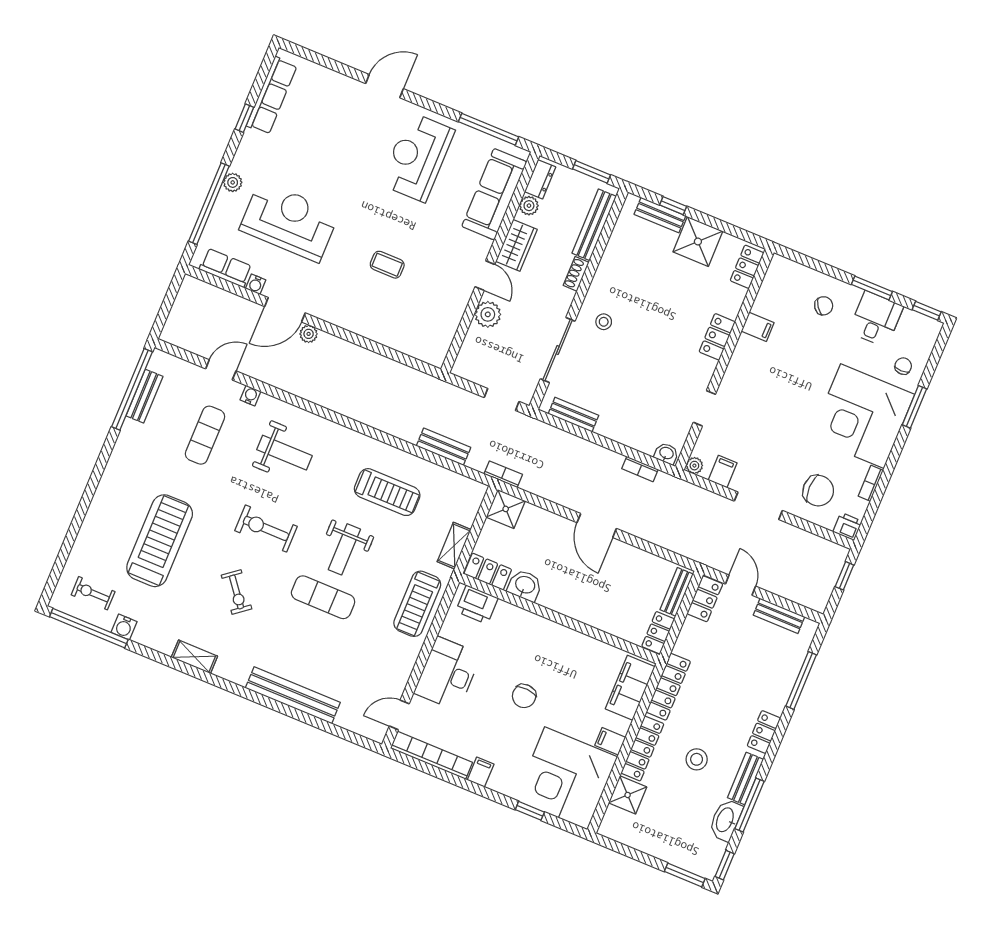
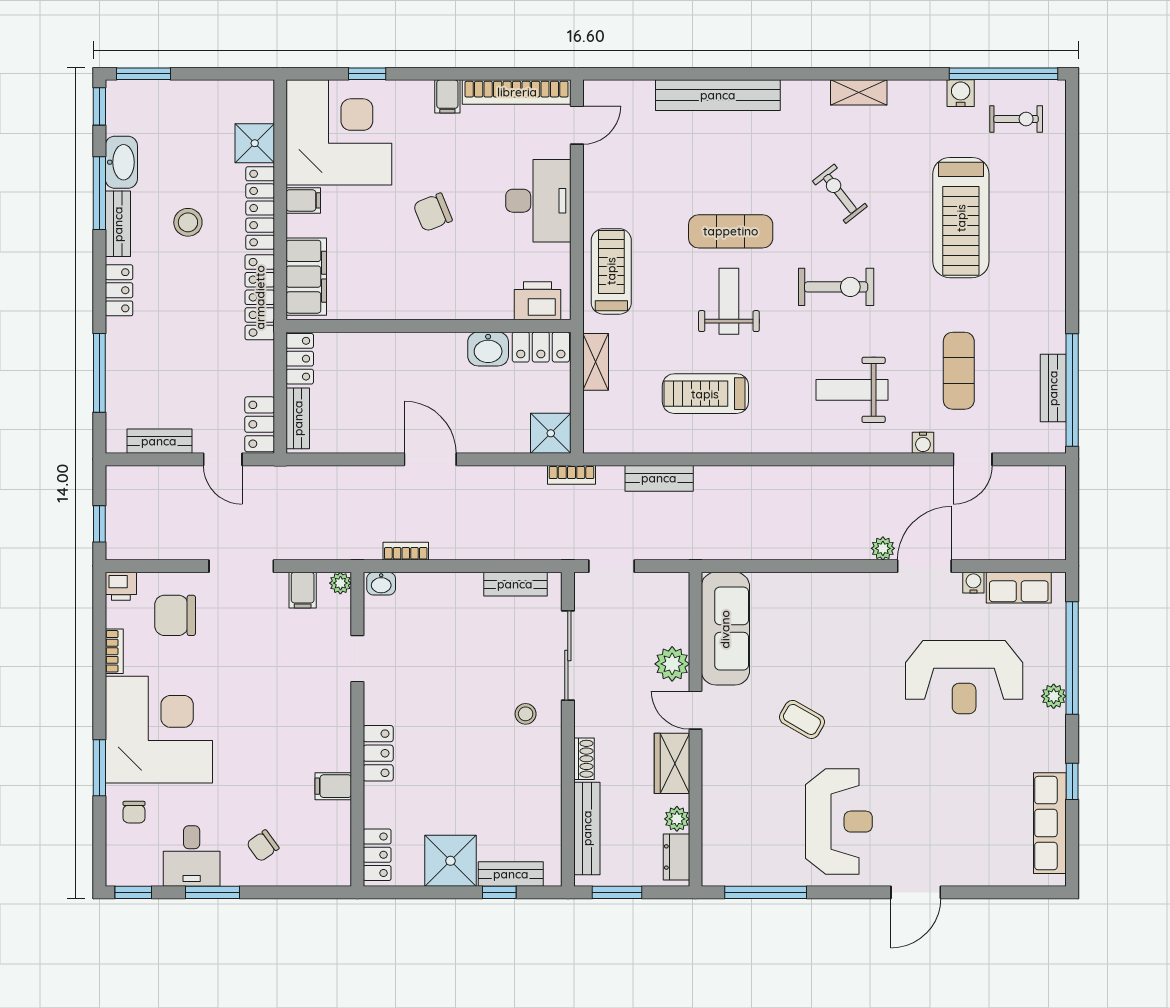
sofa: (494, 194) -> (725, 629), moved
coffee table: (387, 265) -> (802, 719), moved, turned 30
chair: (524, 696) -> (433, 212), turned -116

